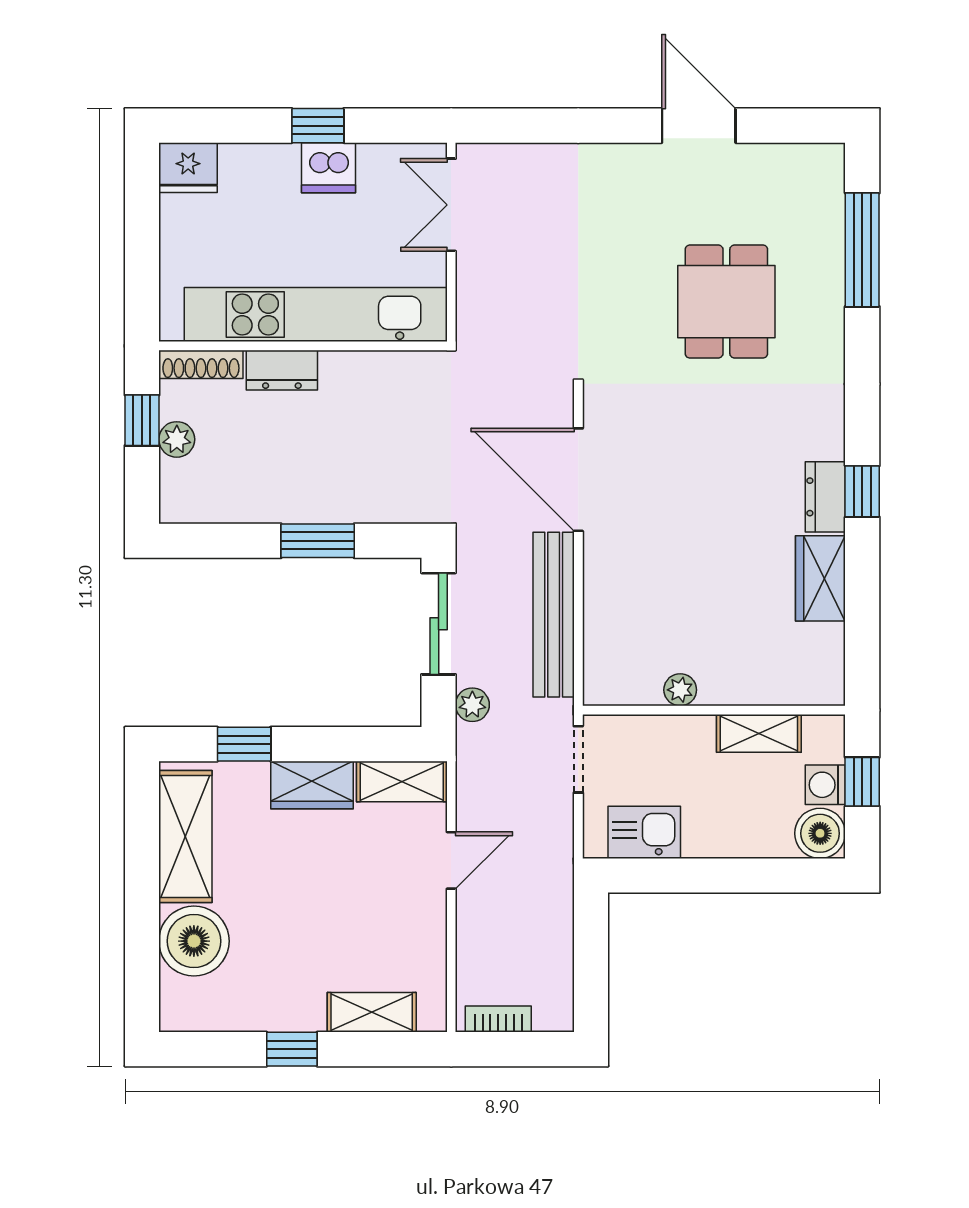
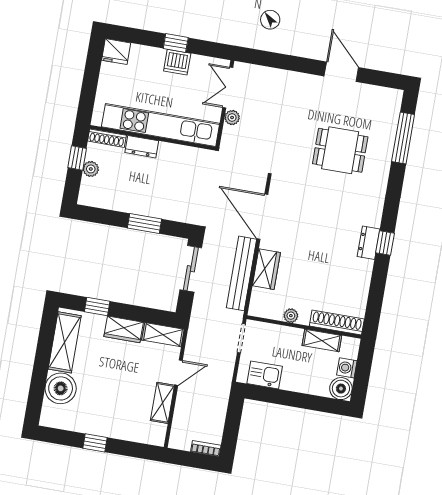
dining table: (726, 302) -> (340, 150), turned 90
wardrobe: (820, 578) -> (266, 269), moved, turned 180
shoe rack: (785, 687) -> (337, 323), added
plant: (472, 705) -> (232, 118), moved
window: (862, 782) -> (363, 369), removed
shelving: (372, 1012) -> (162, 403), moved, turned 90
bookcase: (498, 1019) -> (206, 448), moved

